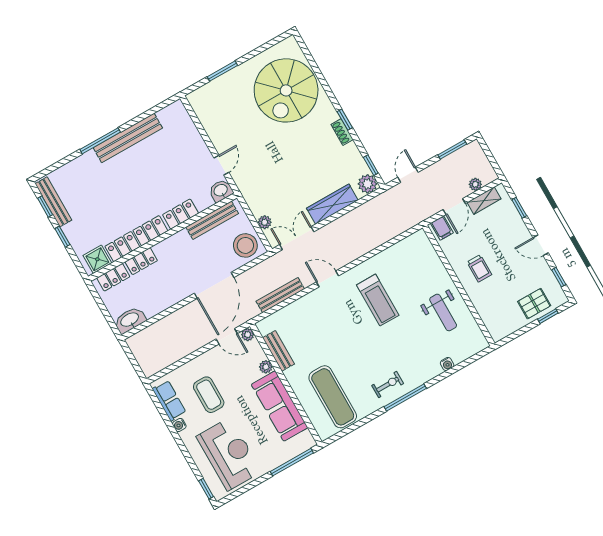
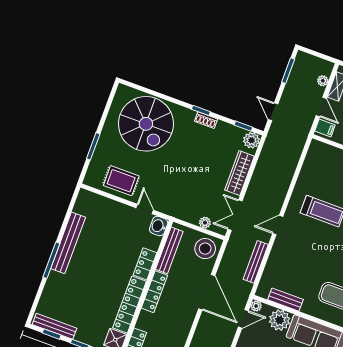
rug: (222, 122) -> (121, 181), added
locker: (141, 261) -> (154, 292), moved, width x1.53
plant: (266, 367) -> (280, 320), width x1.87, depth x1.87

